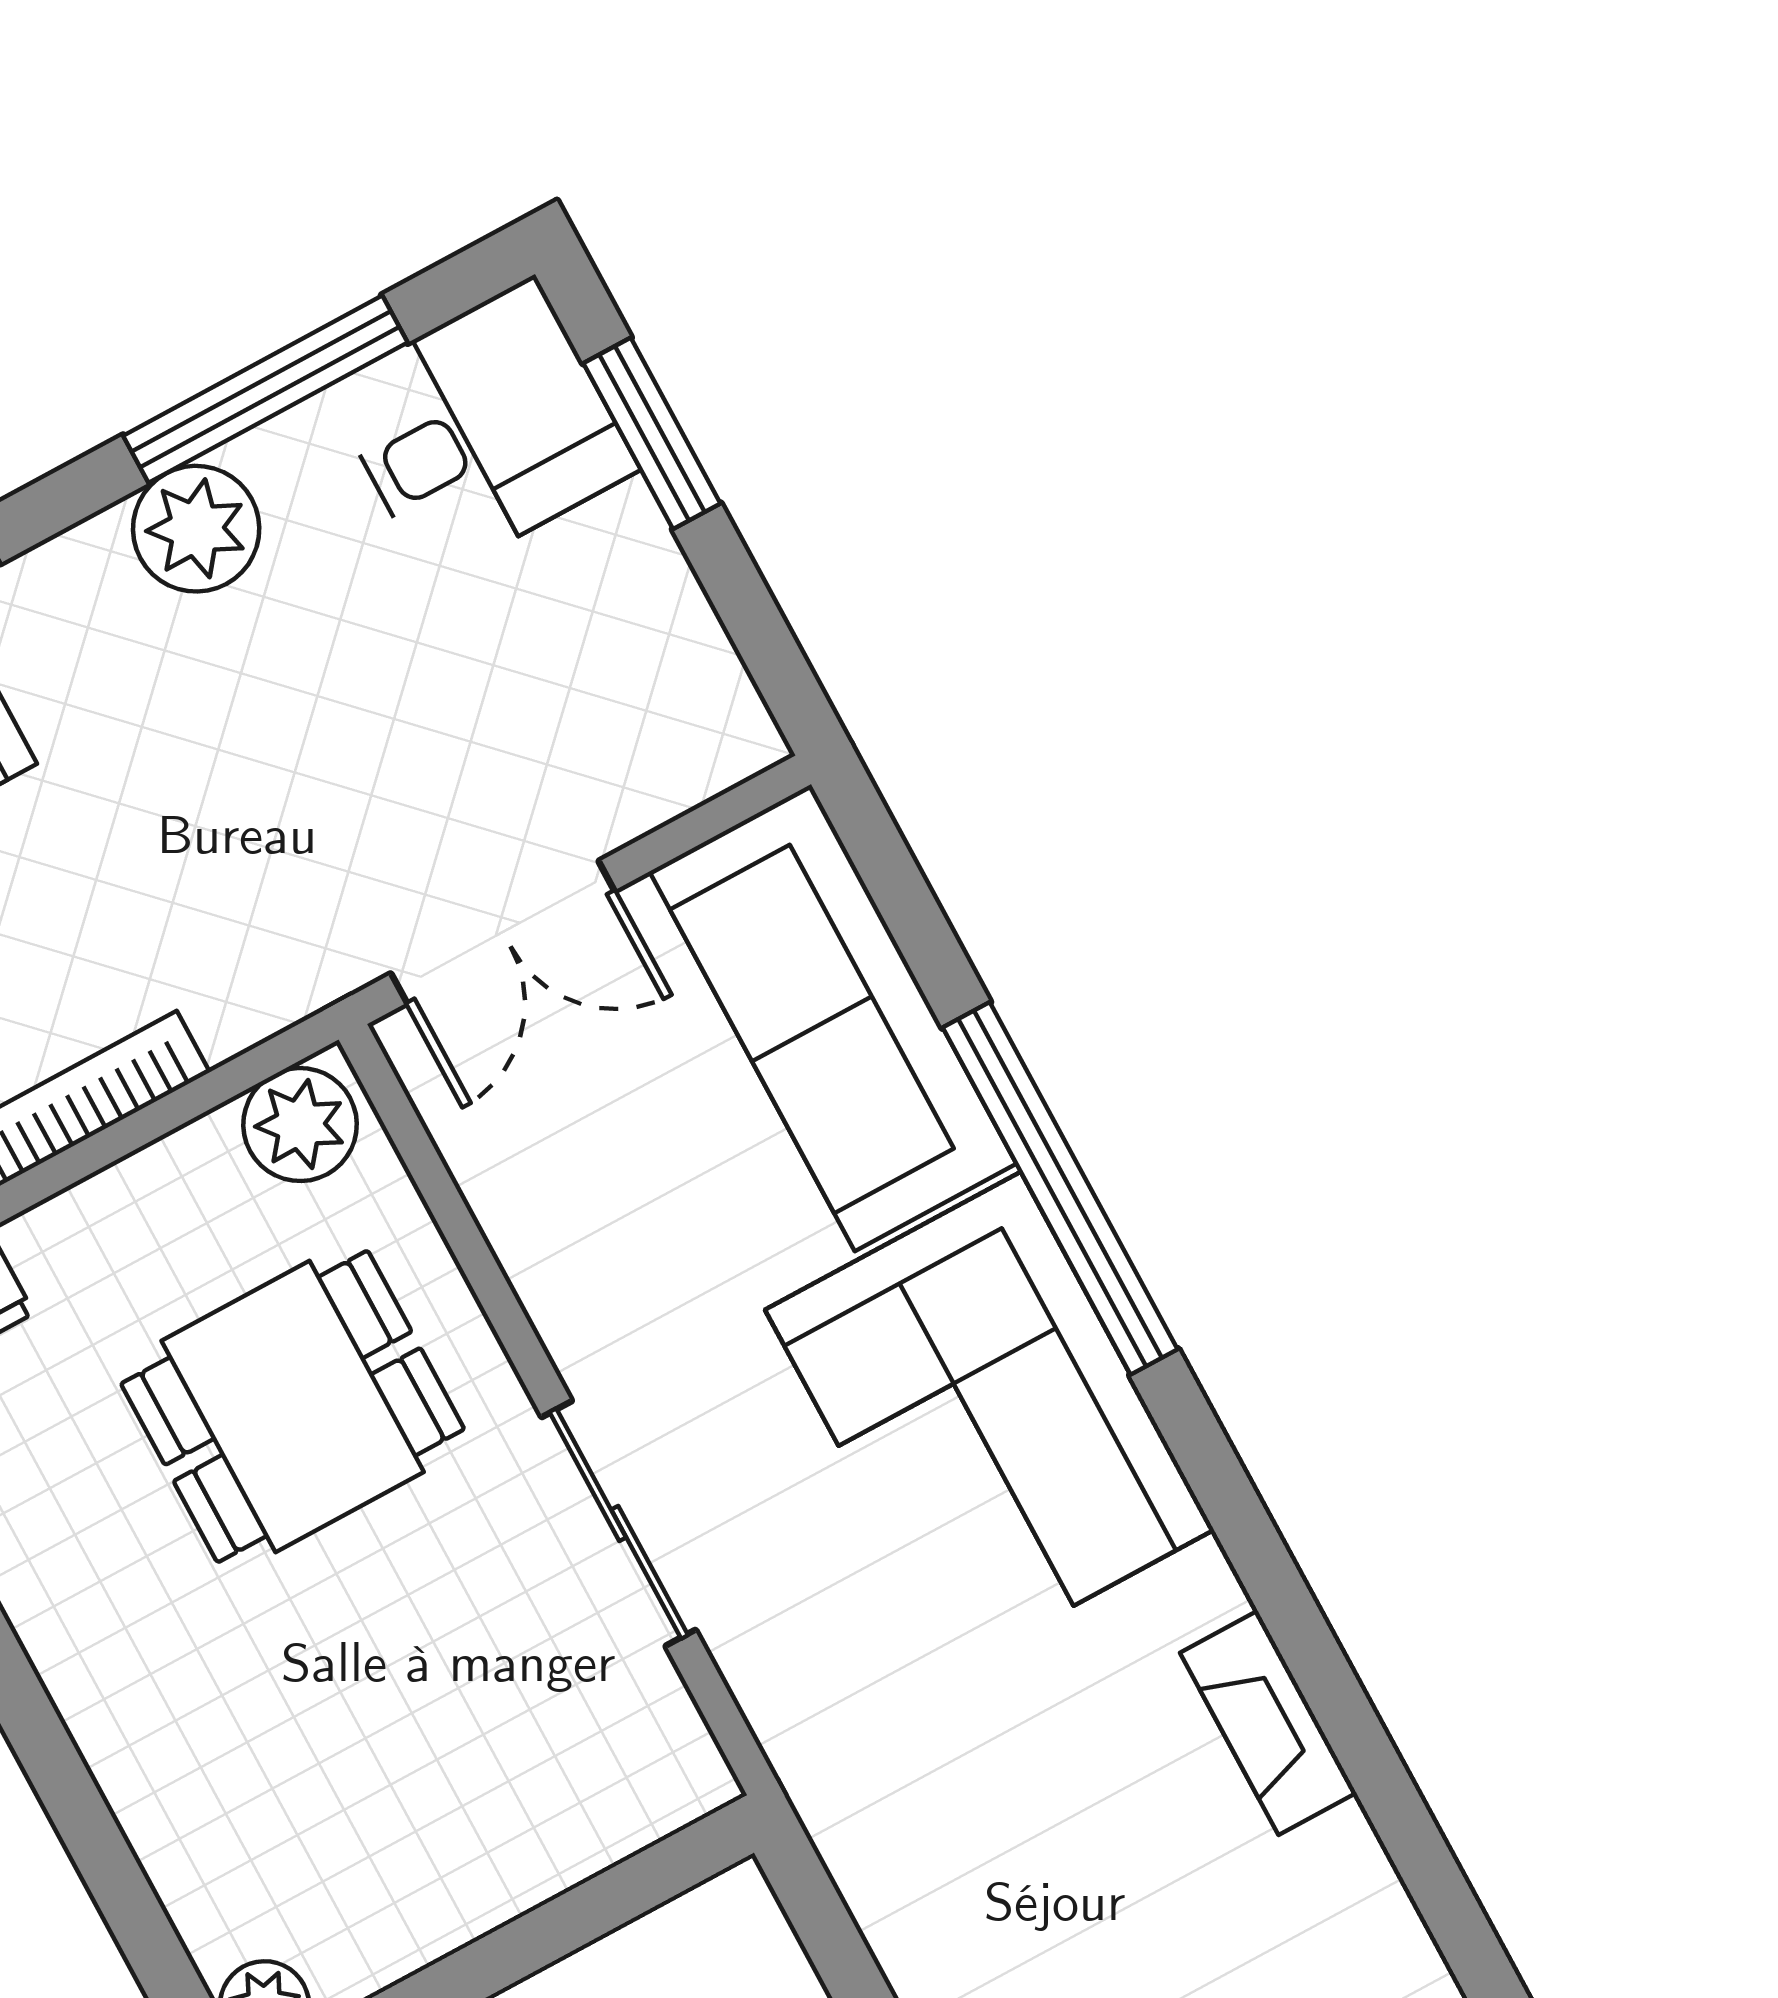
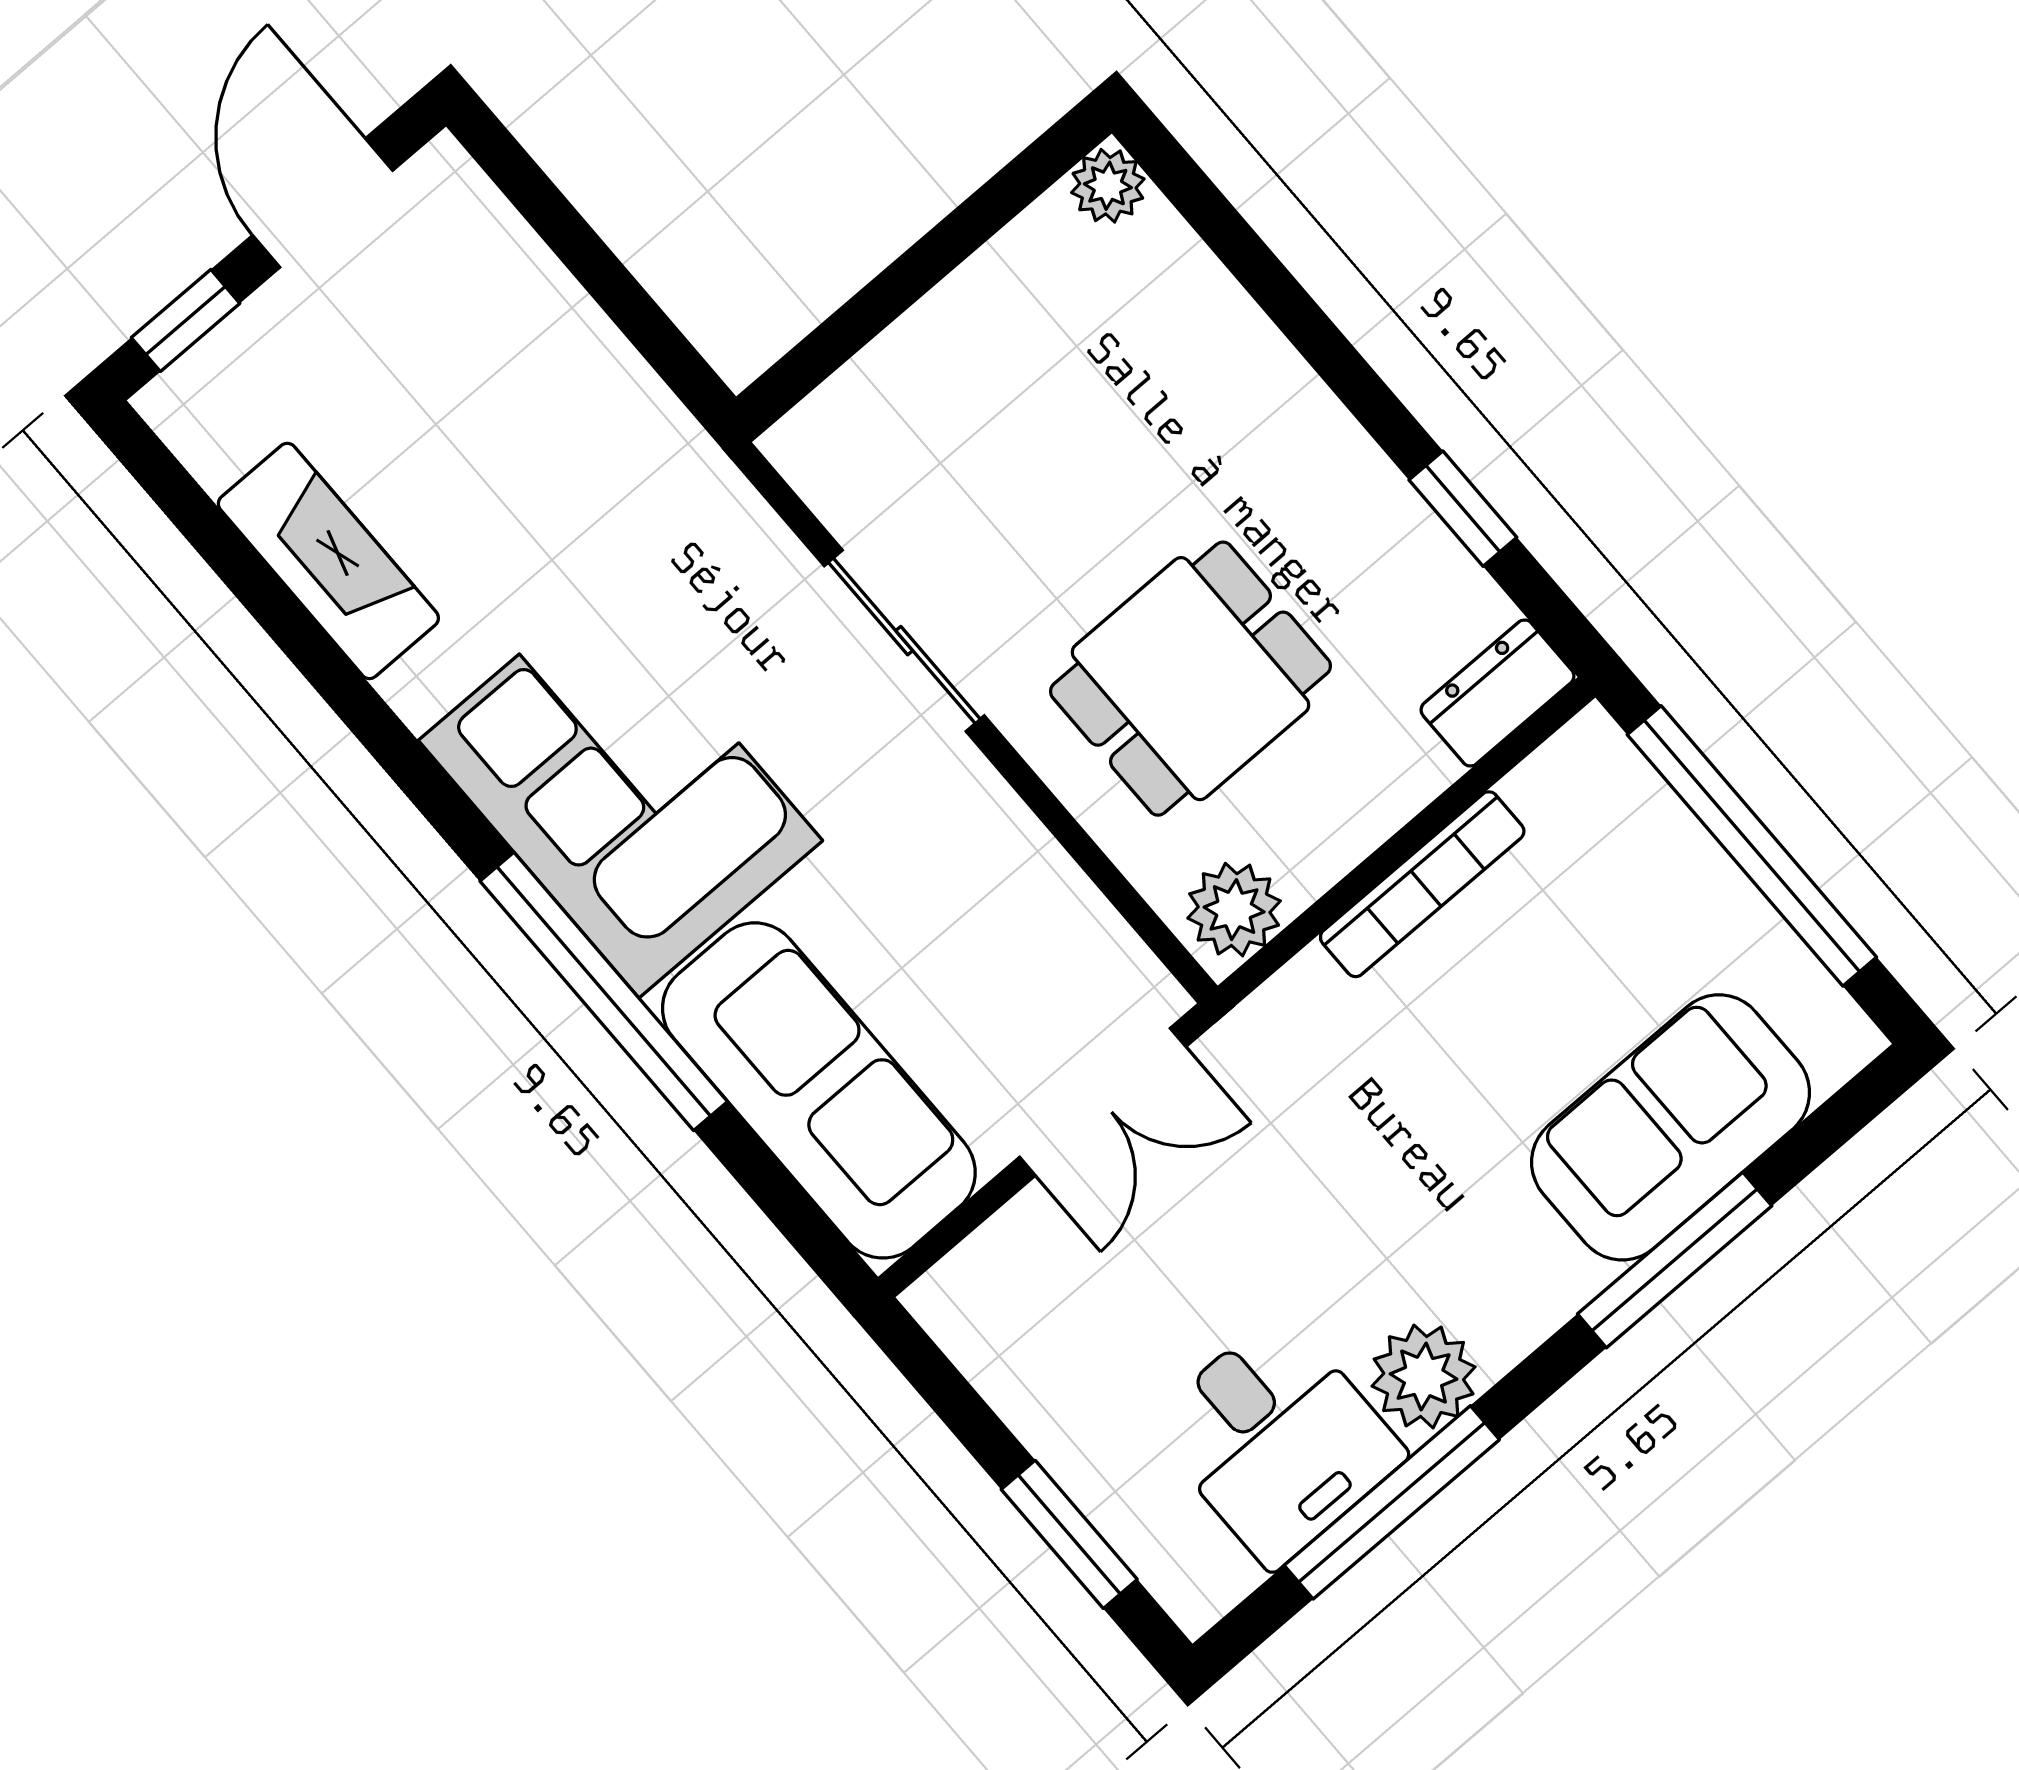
desk: (482, 429) -> (1277, 1440), moved, turned -90
double door: (503, 932) -> (1103, 1102), swing flipped
fireplace: (1268, 1723) -> (328, 561), width x1.37, depth x1.32

